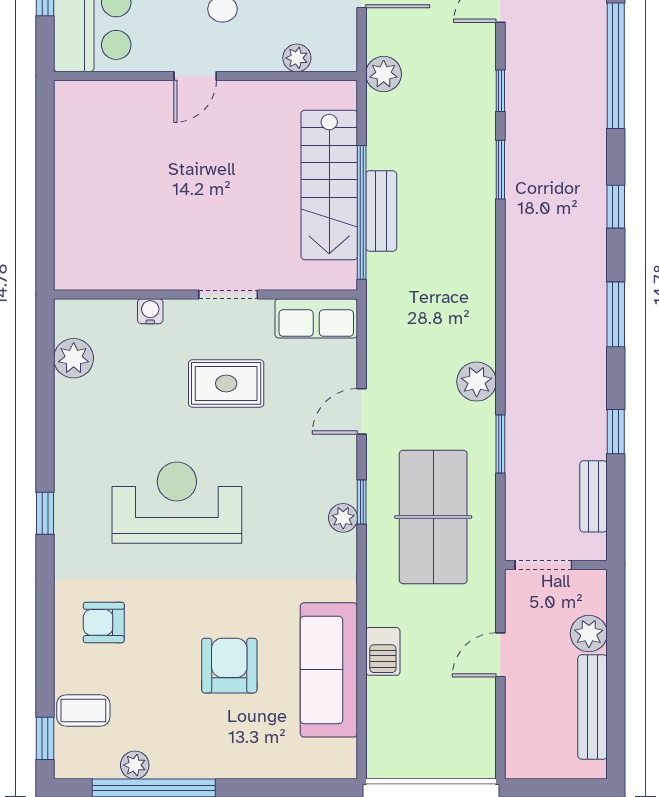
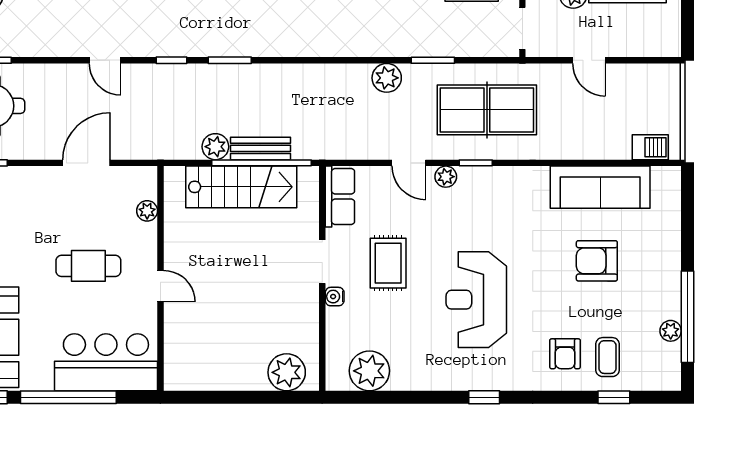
plant: (384, 74) -> (215, 147), moved
plant: (79, 246) -> (287, 372), added
water cooler: (150, 311) -> (335, 297), moved
plant: (74, 358) -> (369, 371), width x1.36, depth x1.36
plant: (343, 518) -> (446, 177), moved
barbecue: (383, 651) -> (650, 147), moved
coffee table: (83, 710) -> (607, 357), moved
window: (45, 738) -> (614, 397), moved

